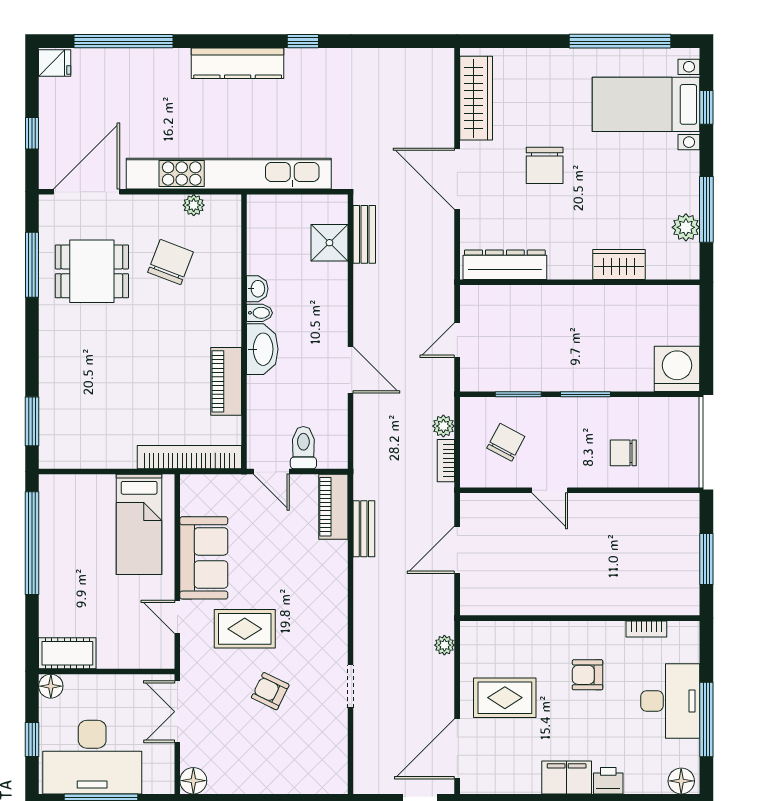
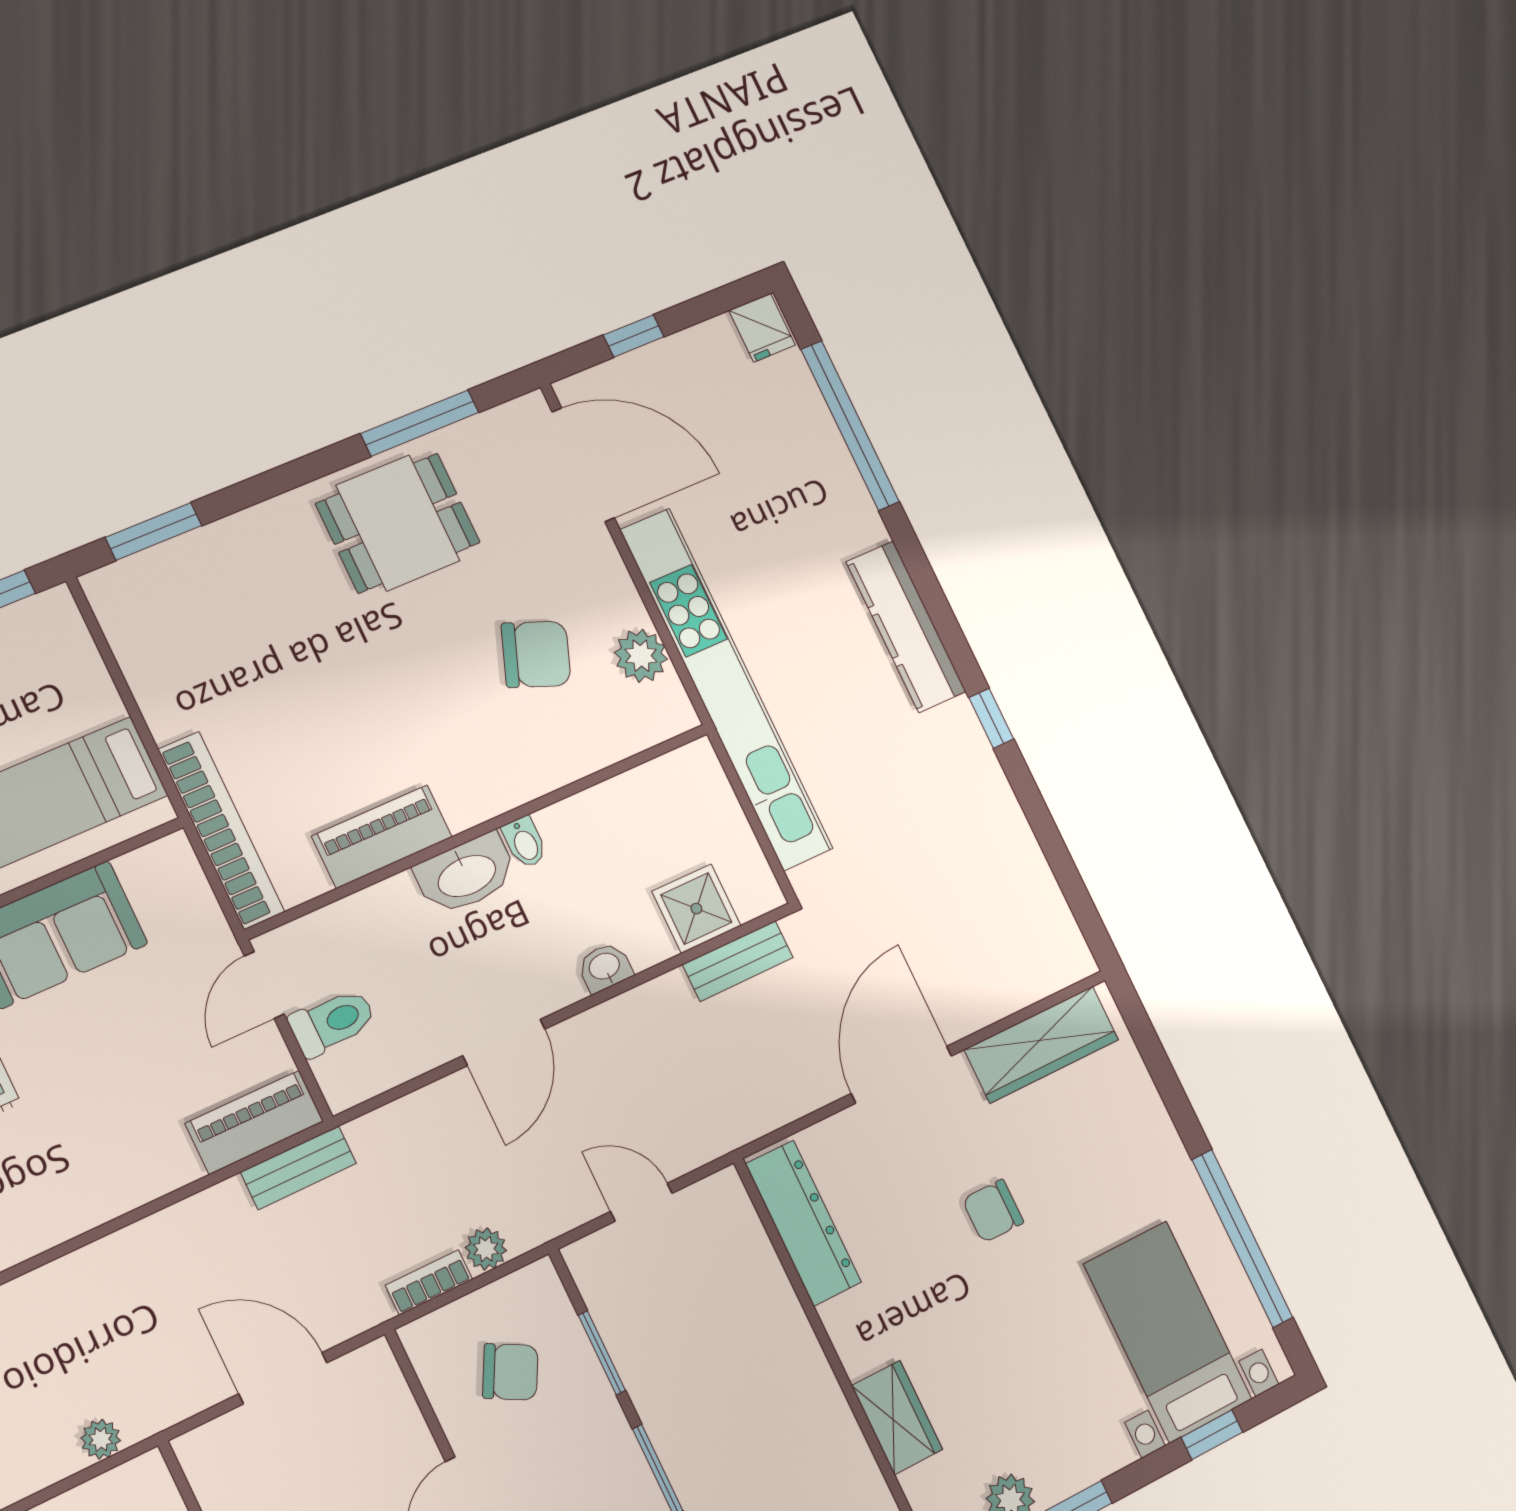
chair: (545, 165) -> (993, 1211), width x0.73, depth x0.73
plant: (194, 205) -> (641, 656), width x1.38, depth x1.38
dining table: (92, 271) -> (398, 523), moved, turned 90
washbasin: (257, 289) -> (605, 967), moved, turned 180
bench: (364, 529) -> (298, 1168), moved

